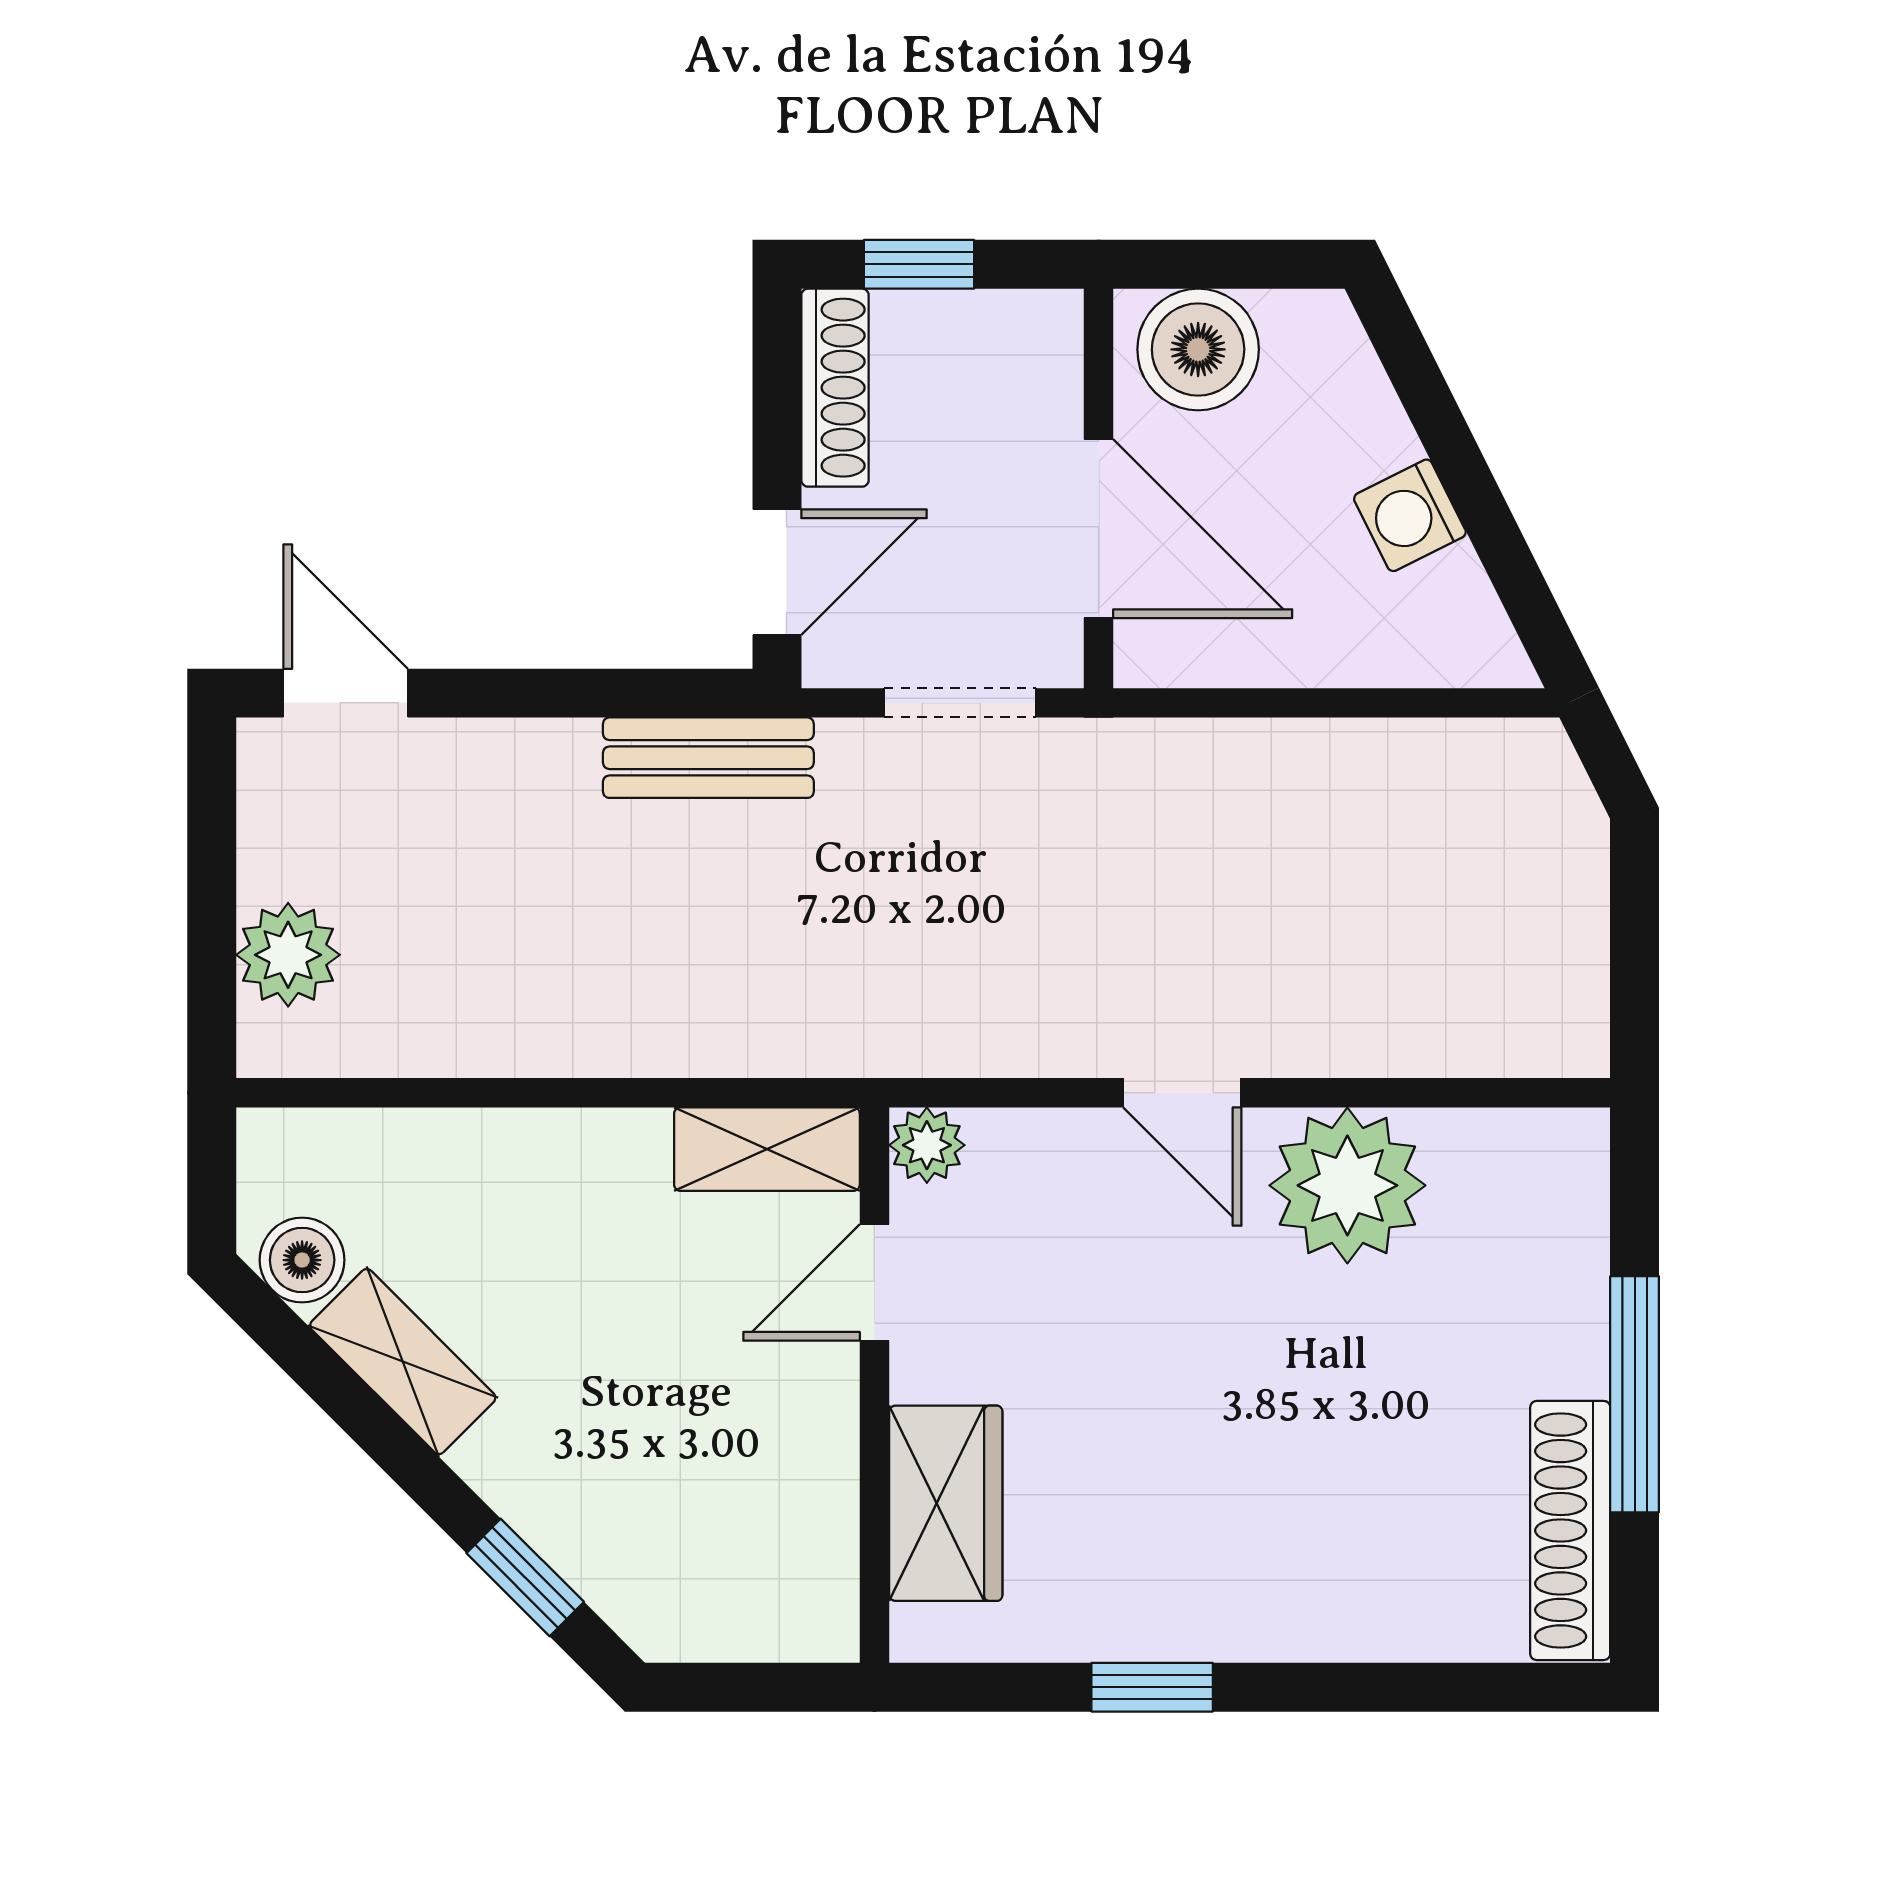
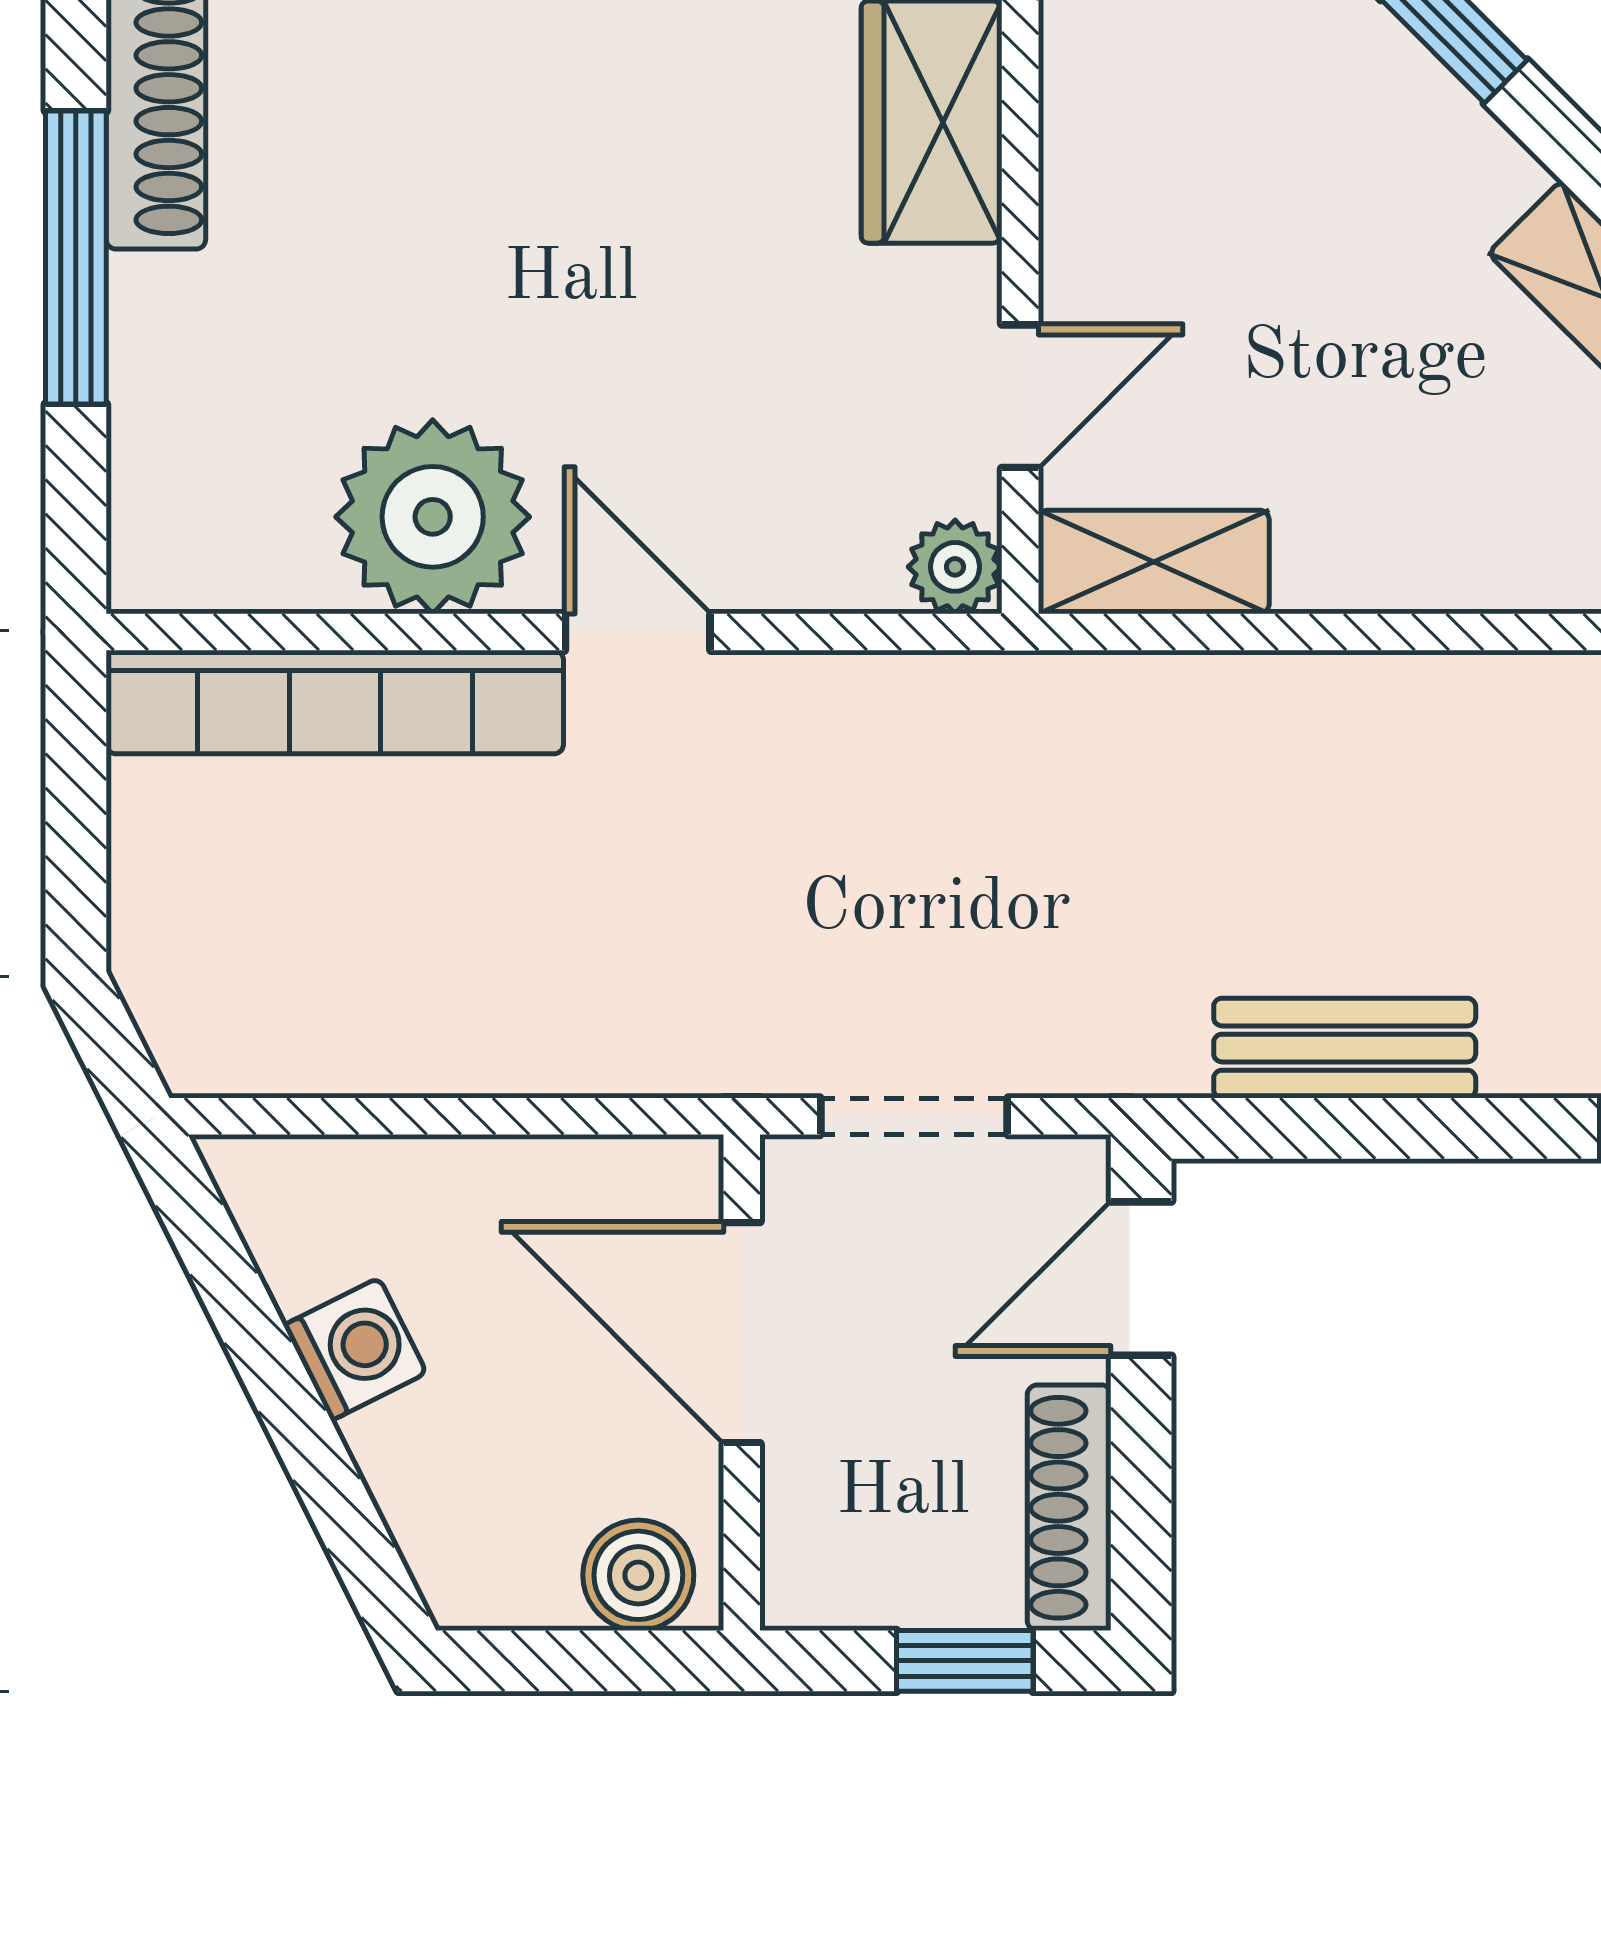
boiler: (1198, 349) -> (638, 1575), width x0.73, depth x0.73
bench: (708, 758) -> (1345, 1048), moved
bookcase: (1426, 1036) -> (335, 702), added

